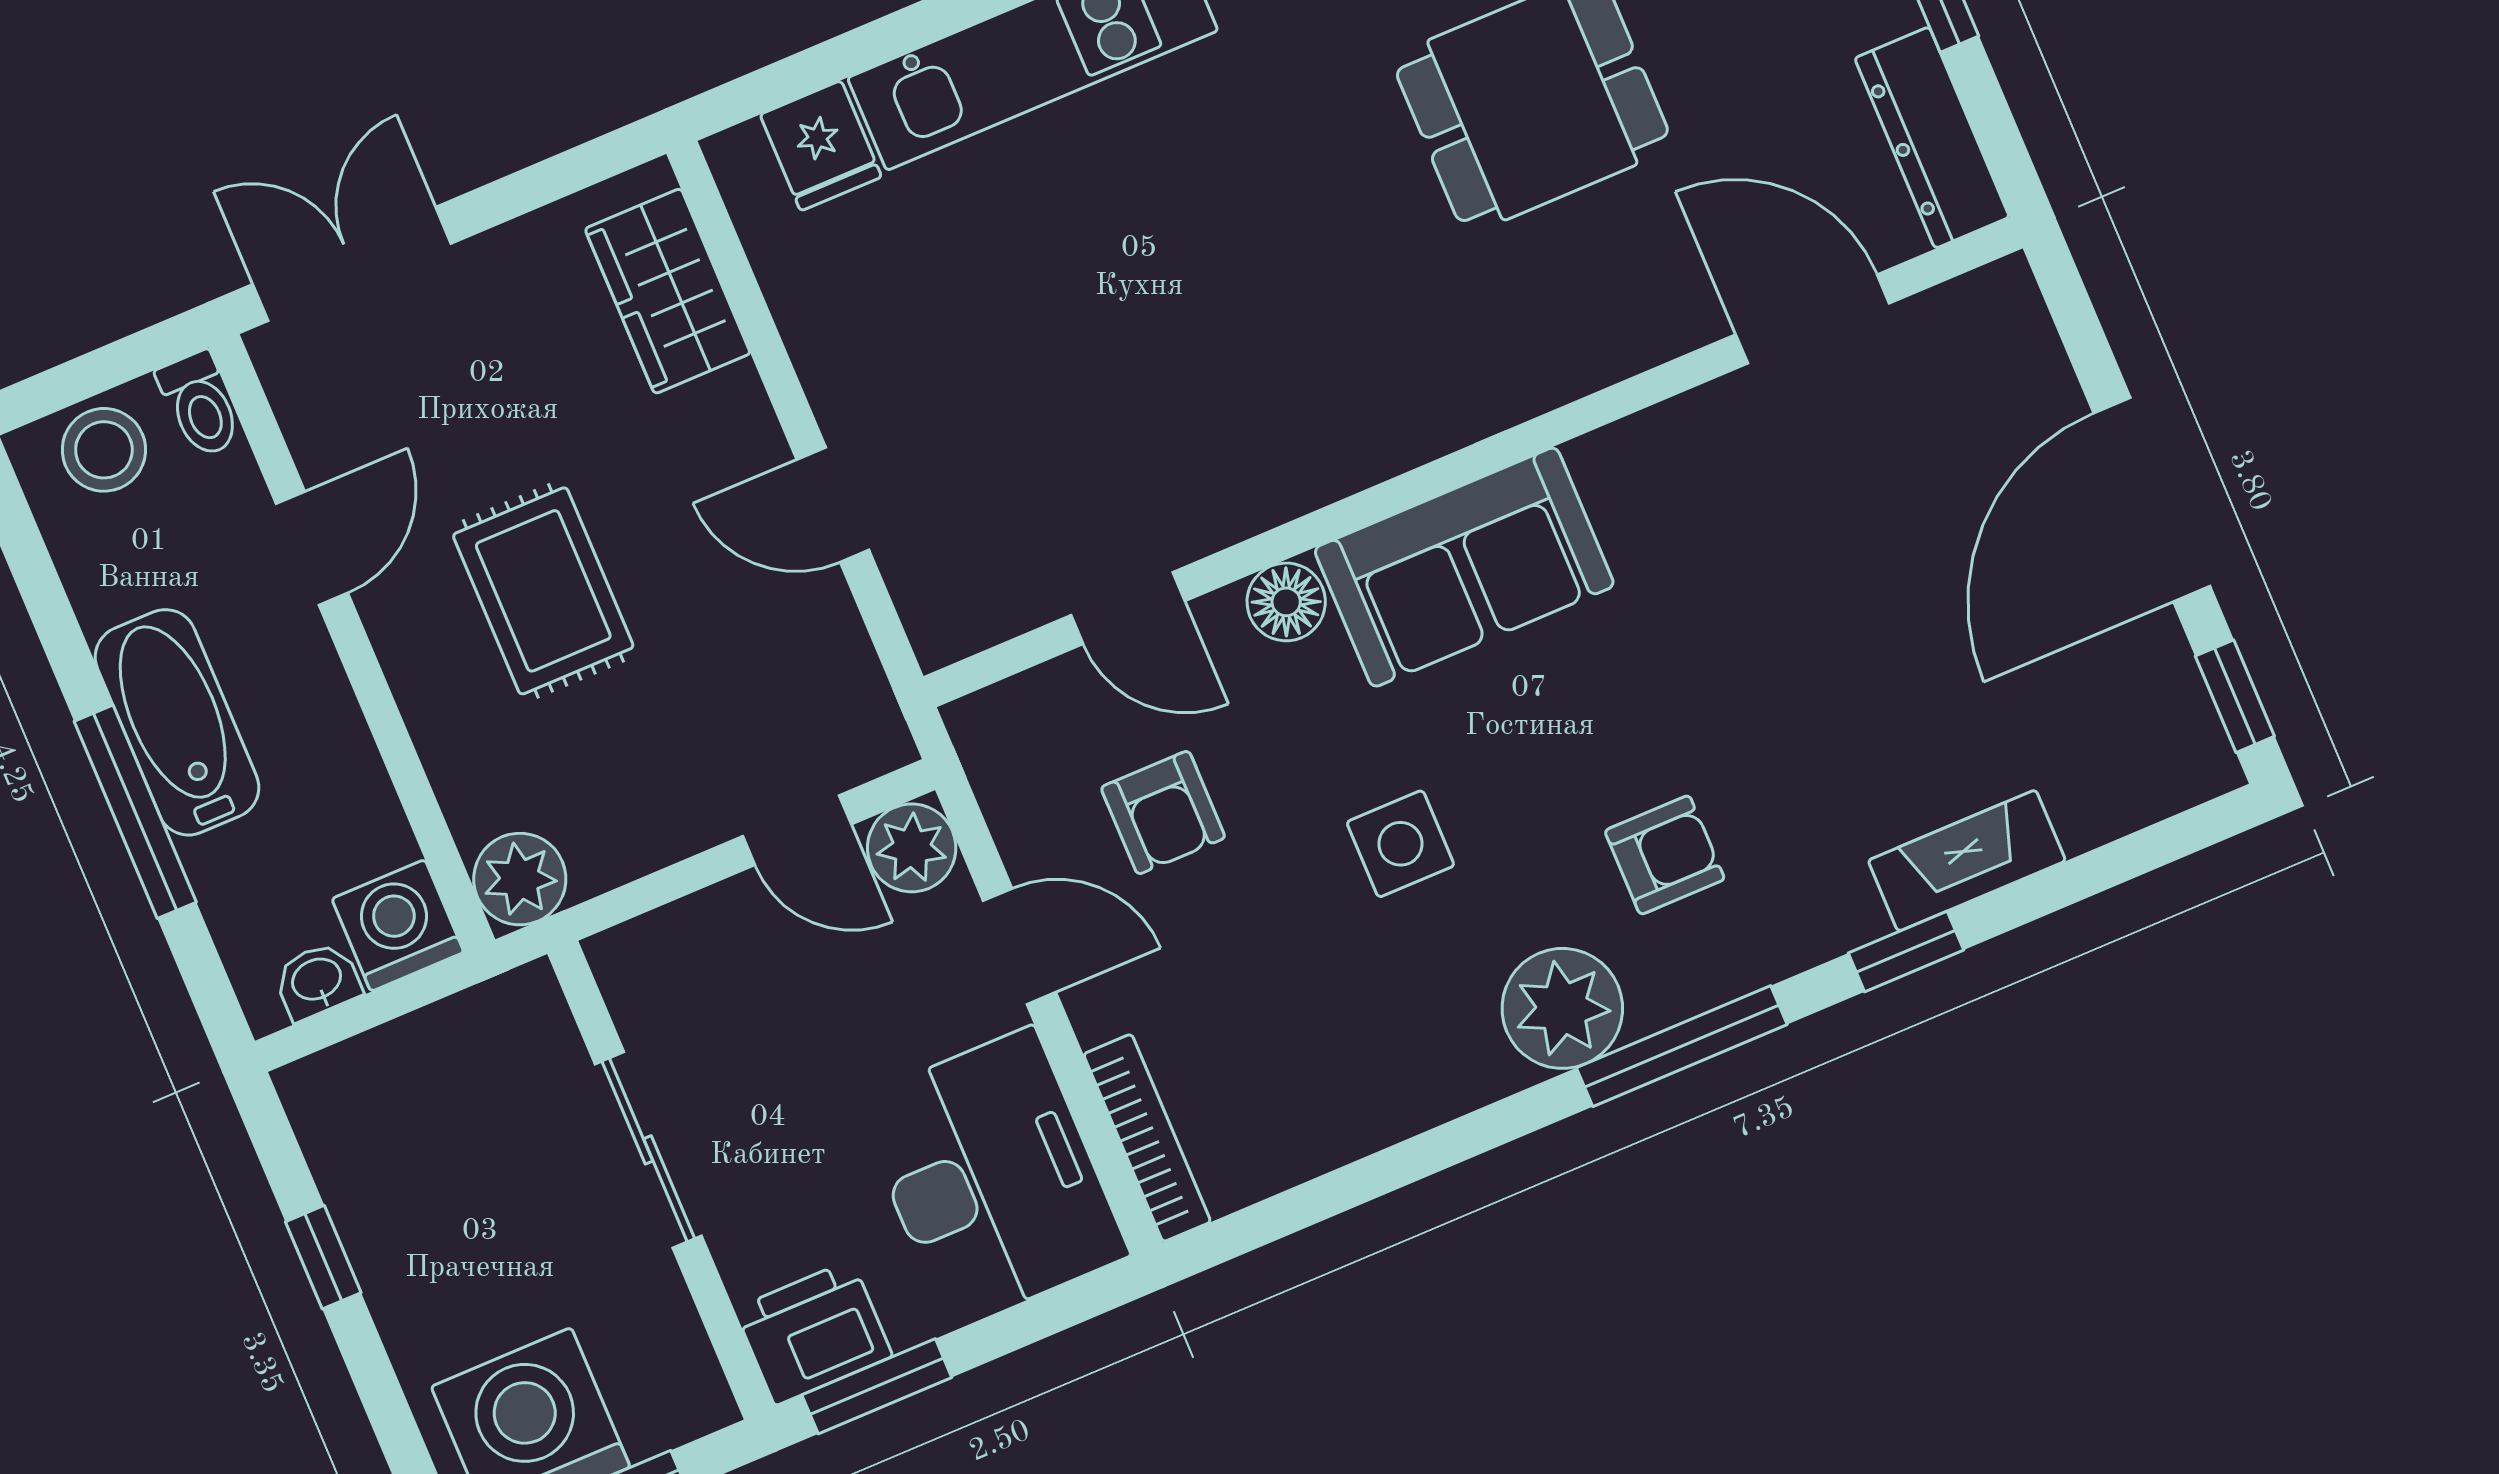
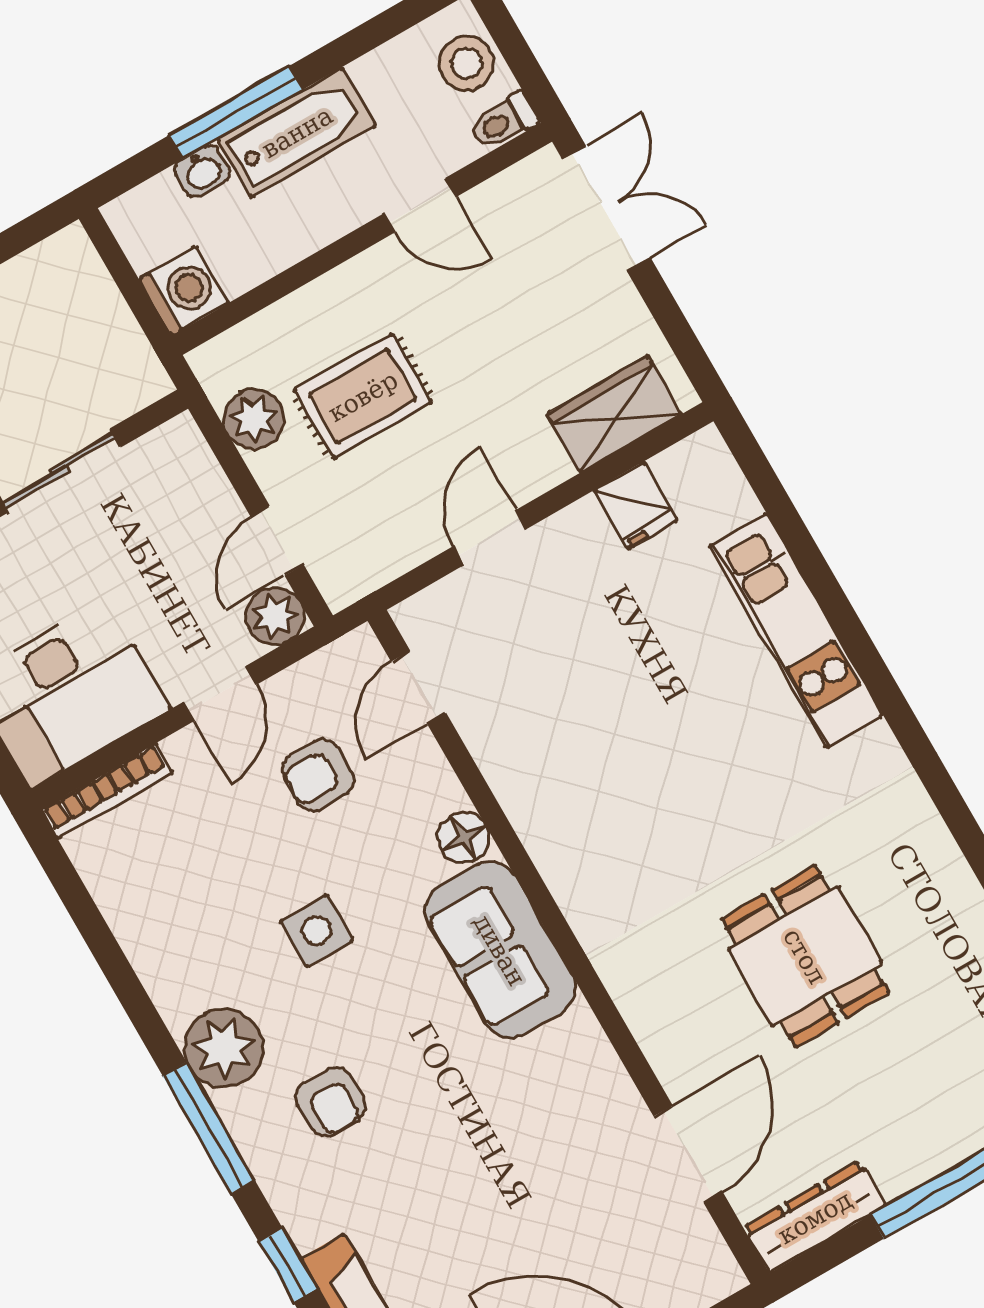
fridge: (821, 146) -> (636, 505), moved, turned -90
rug: (543, 591) -> (363, 396), moved
door: (1128, 608) -> (419, 687), moved
plant: (520, 879) -> (254, 419), moved
washbasin: (317, 981) -> (202, 171), moved, turned 90

